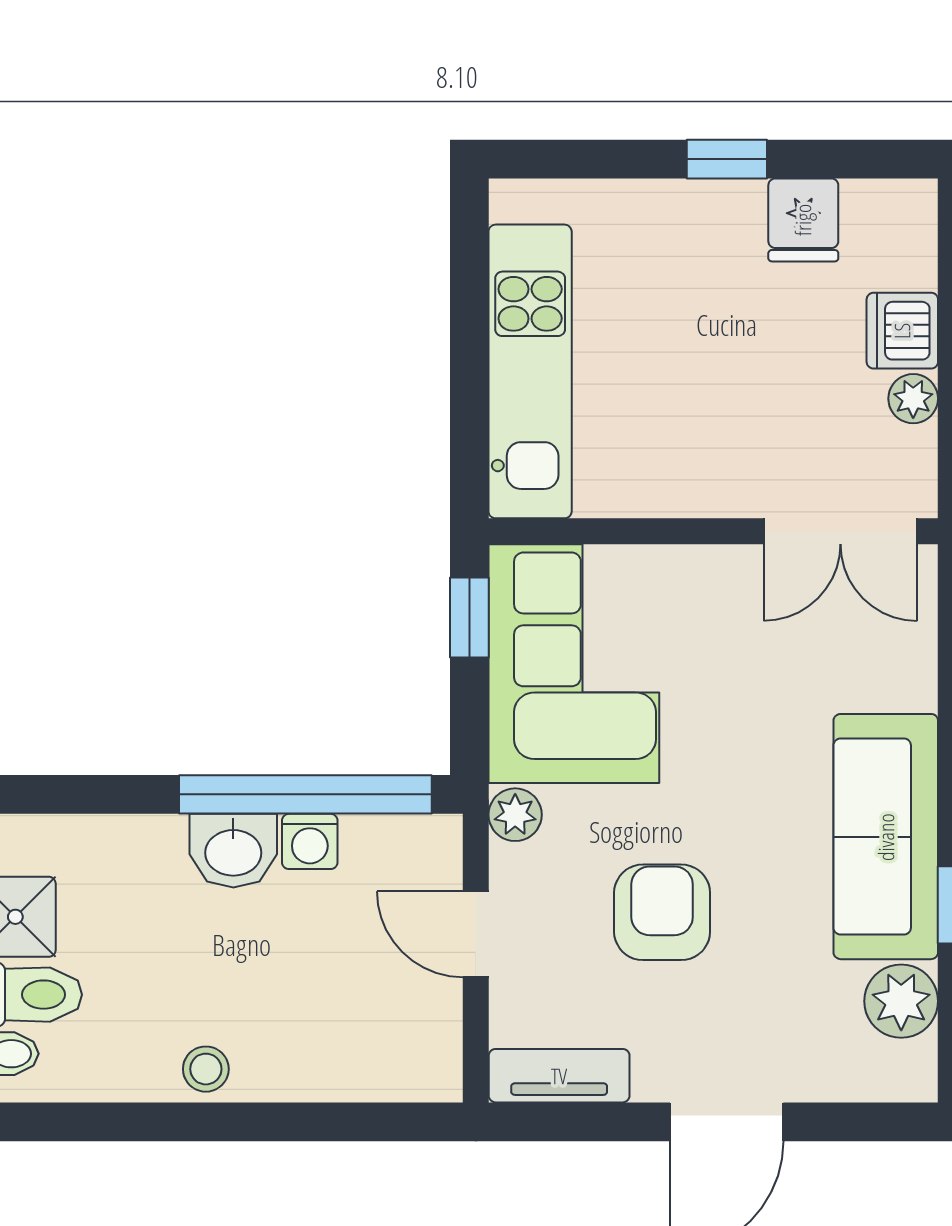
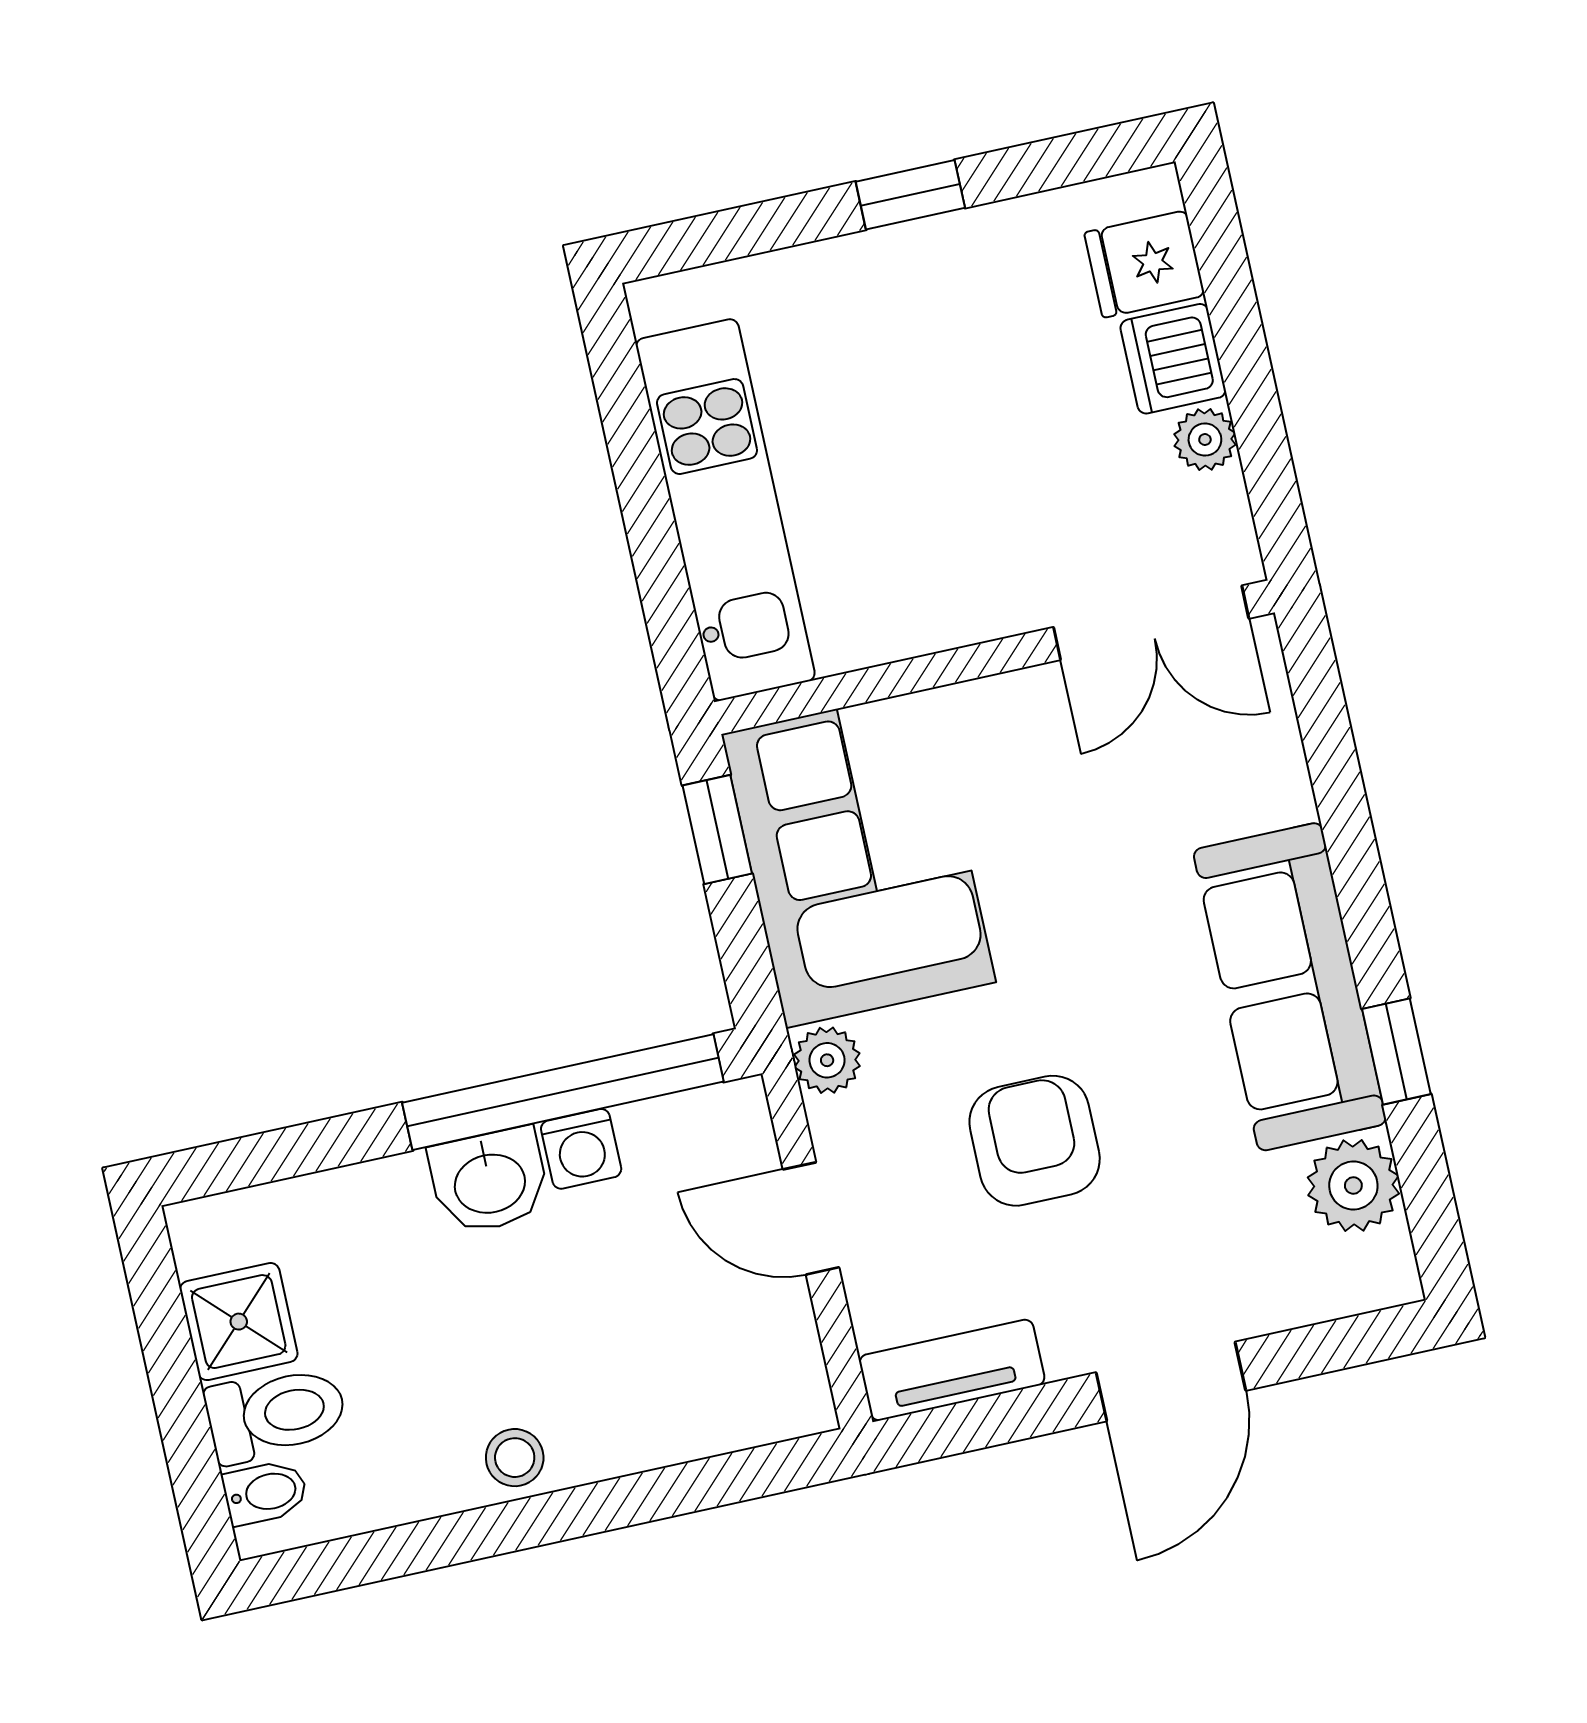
fridge: (803, 220) -> (1145, 264), moved, turned 90

